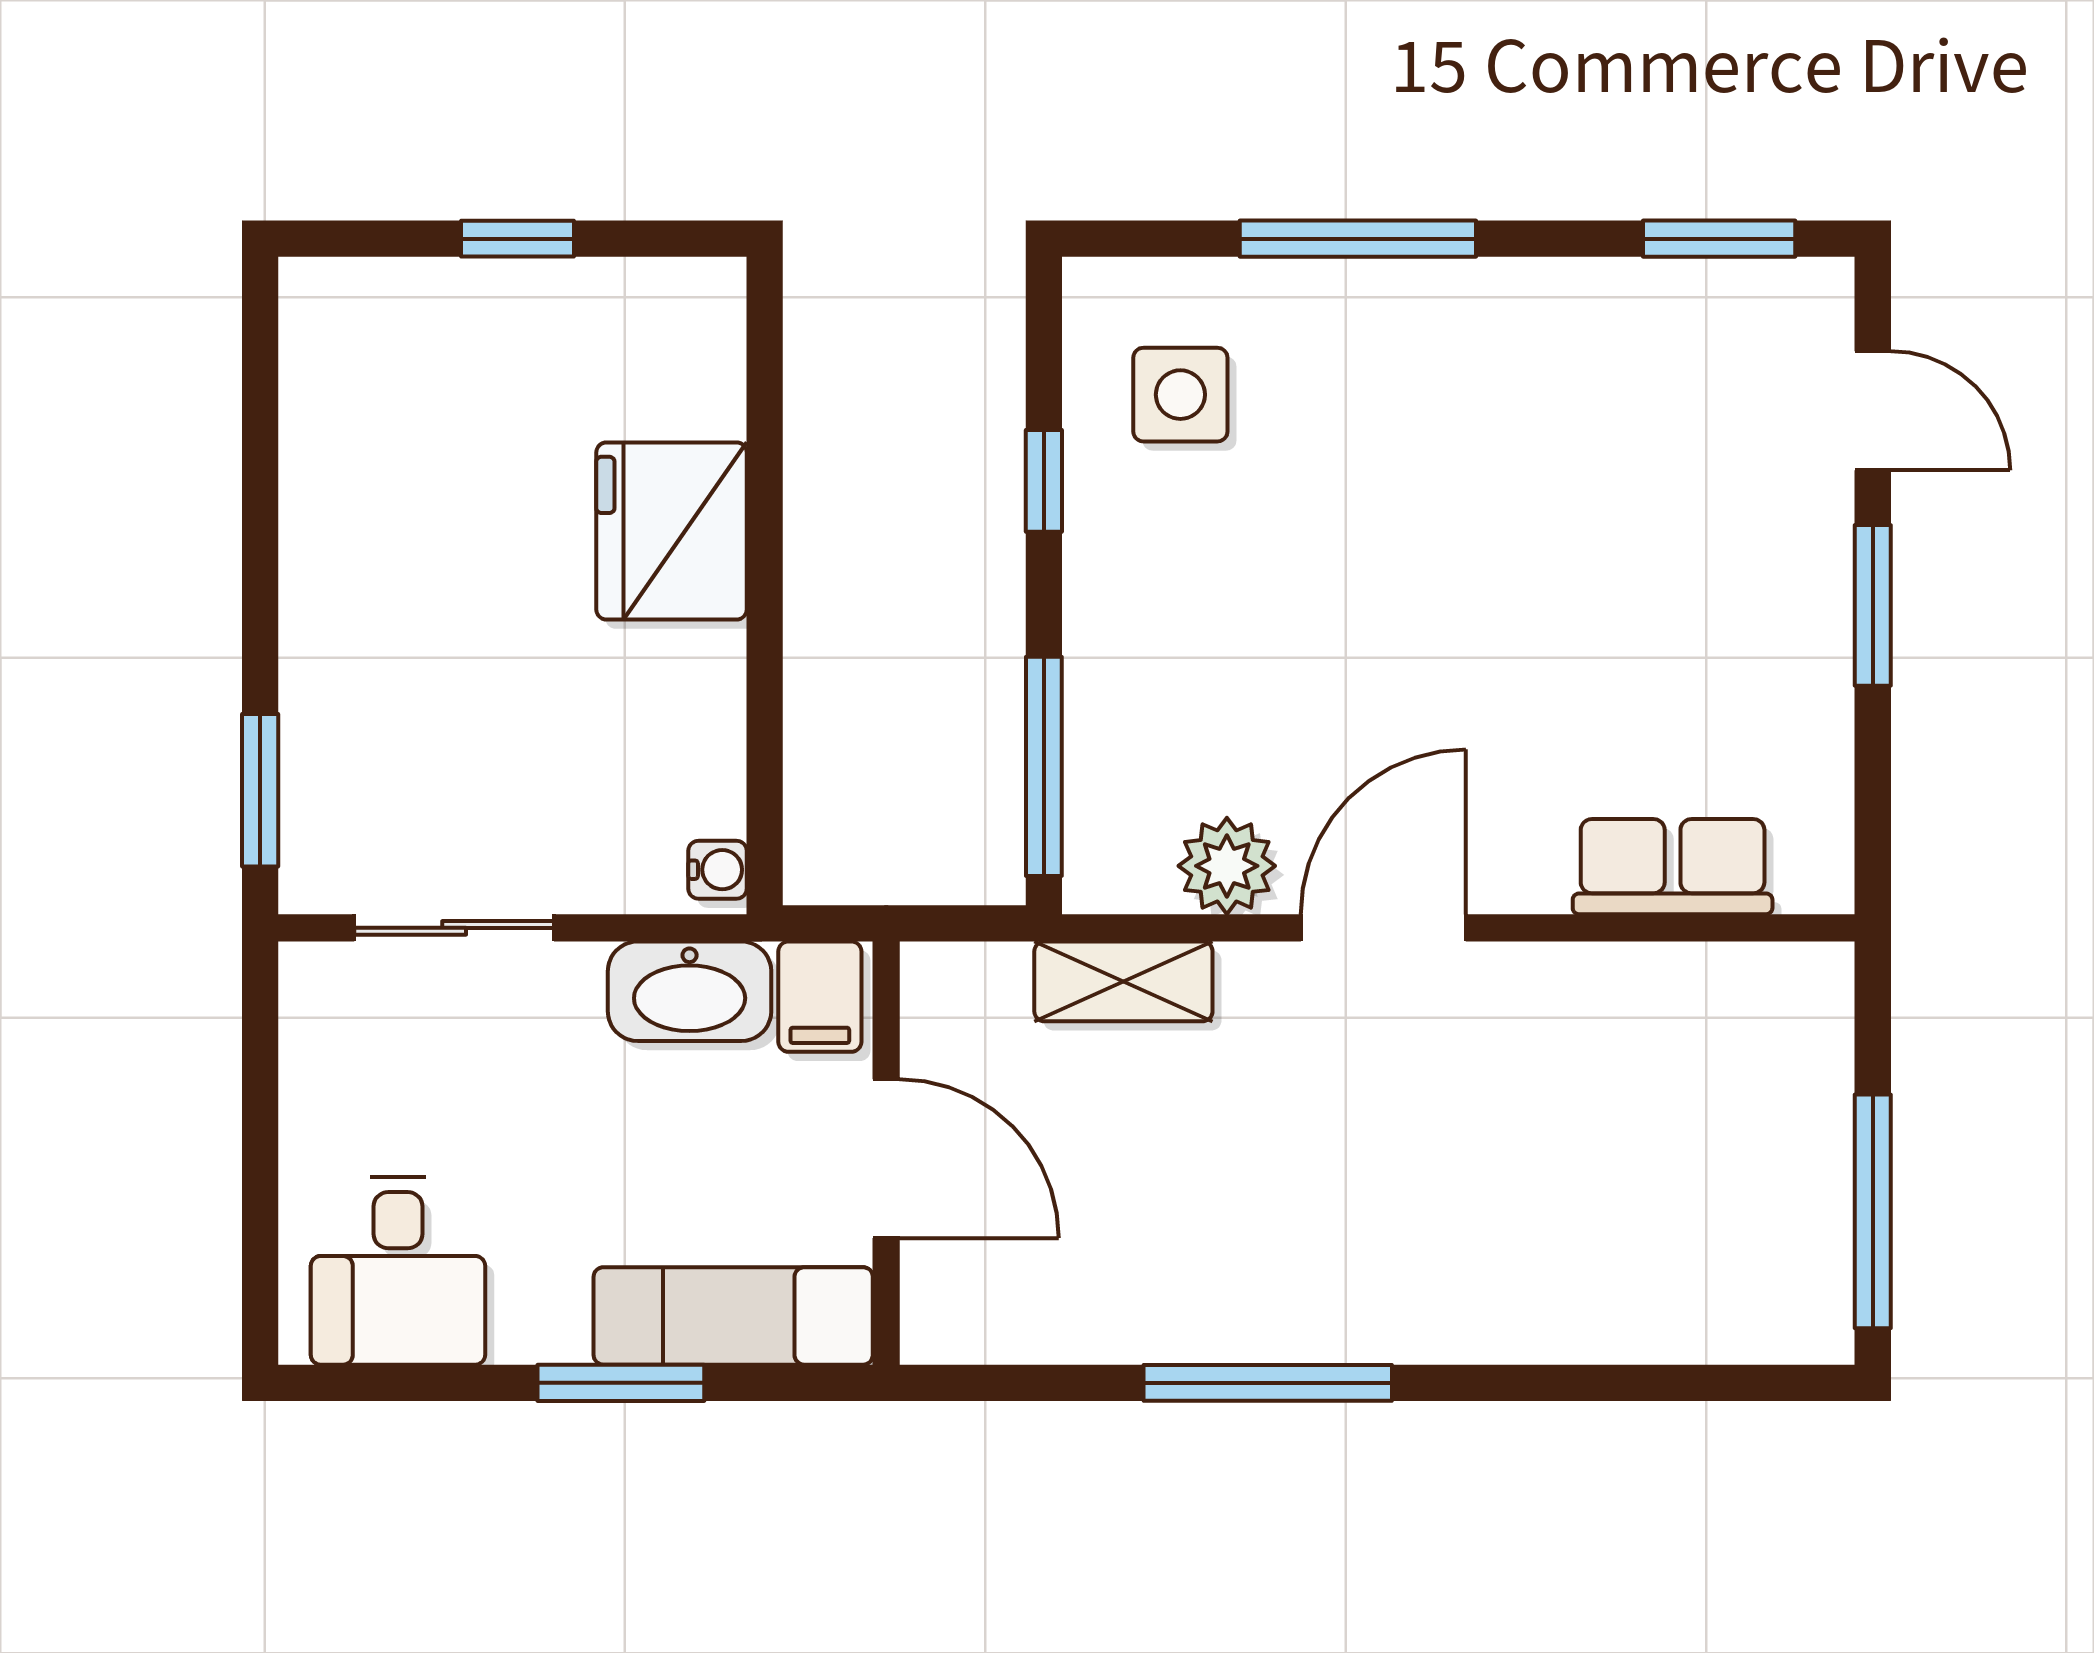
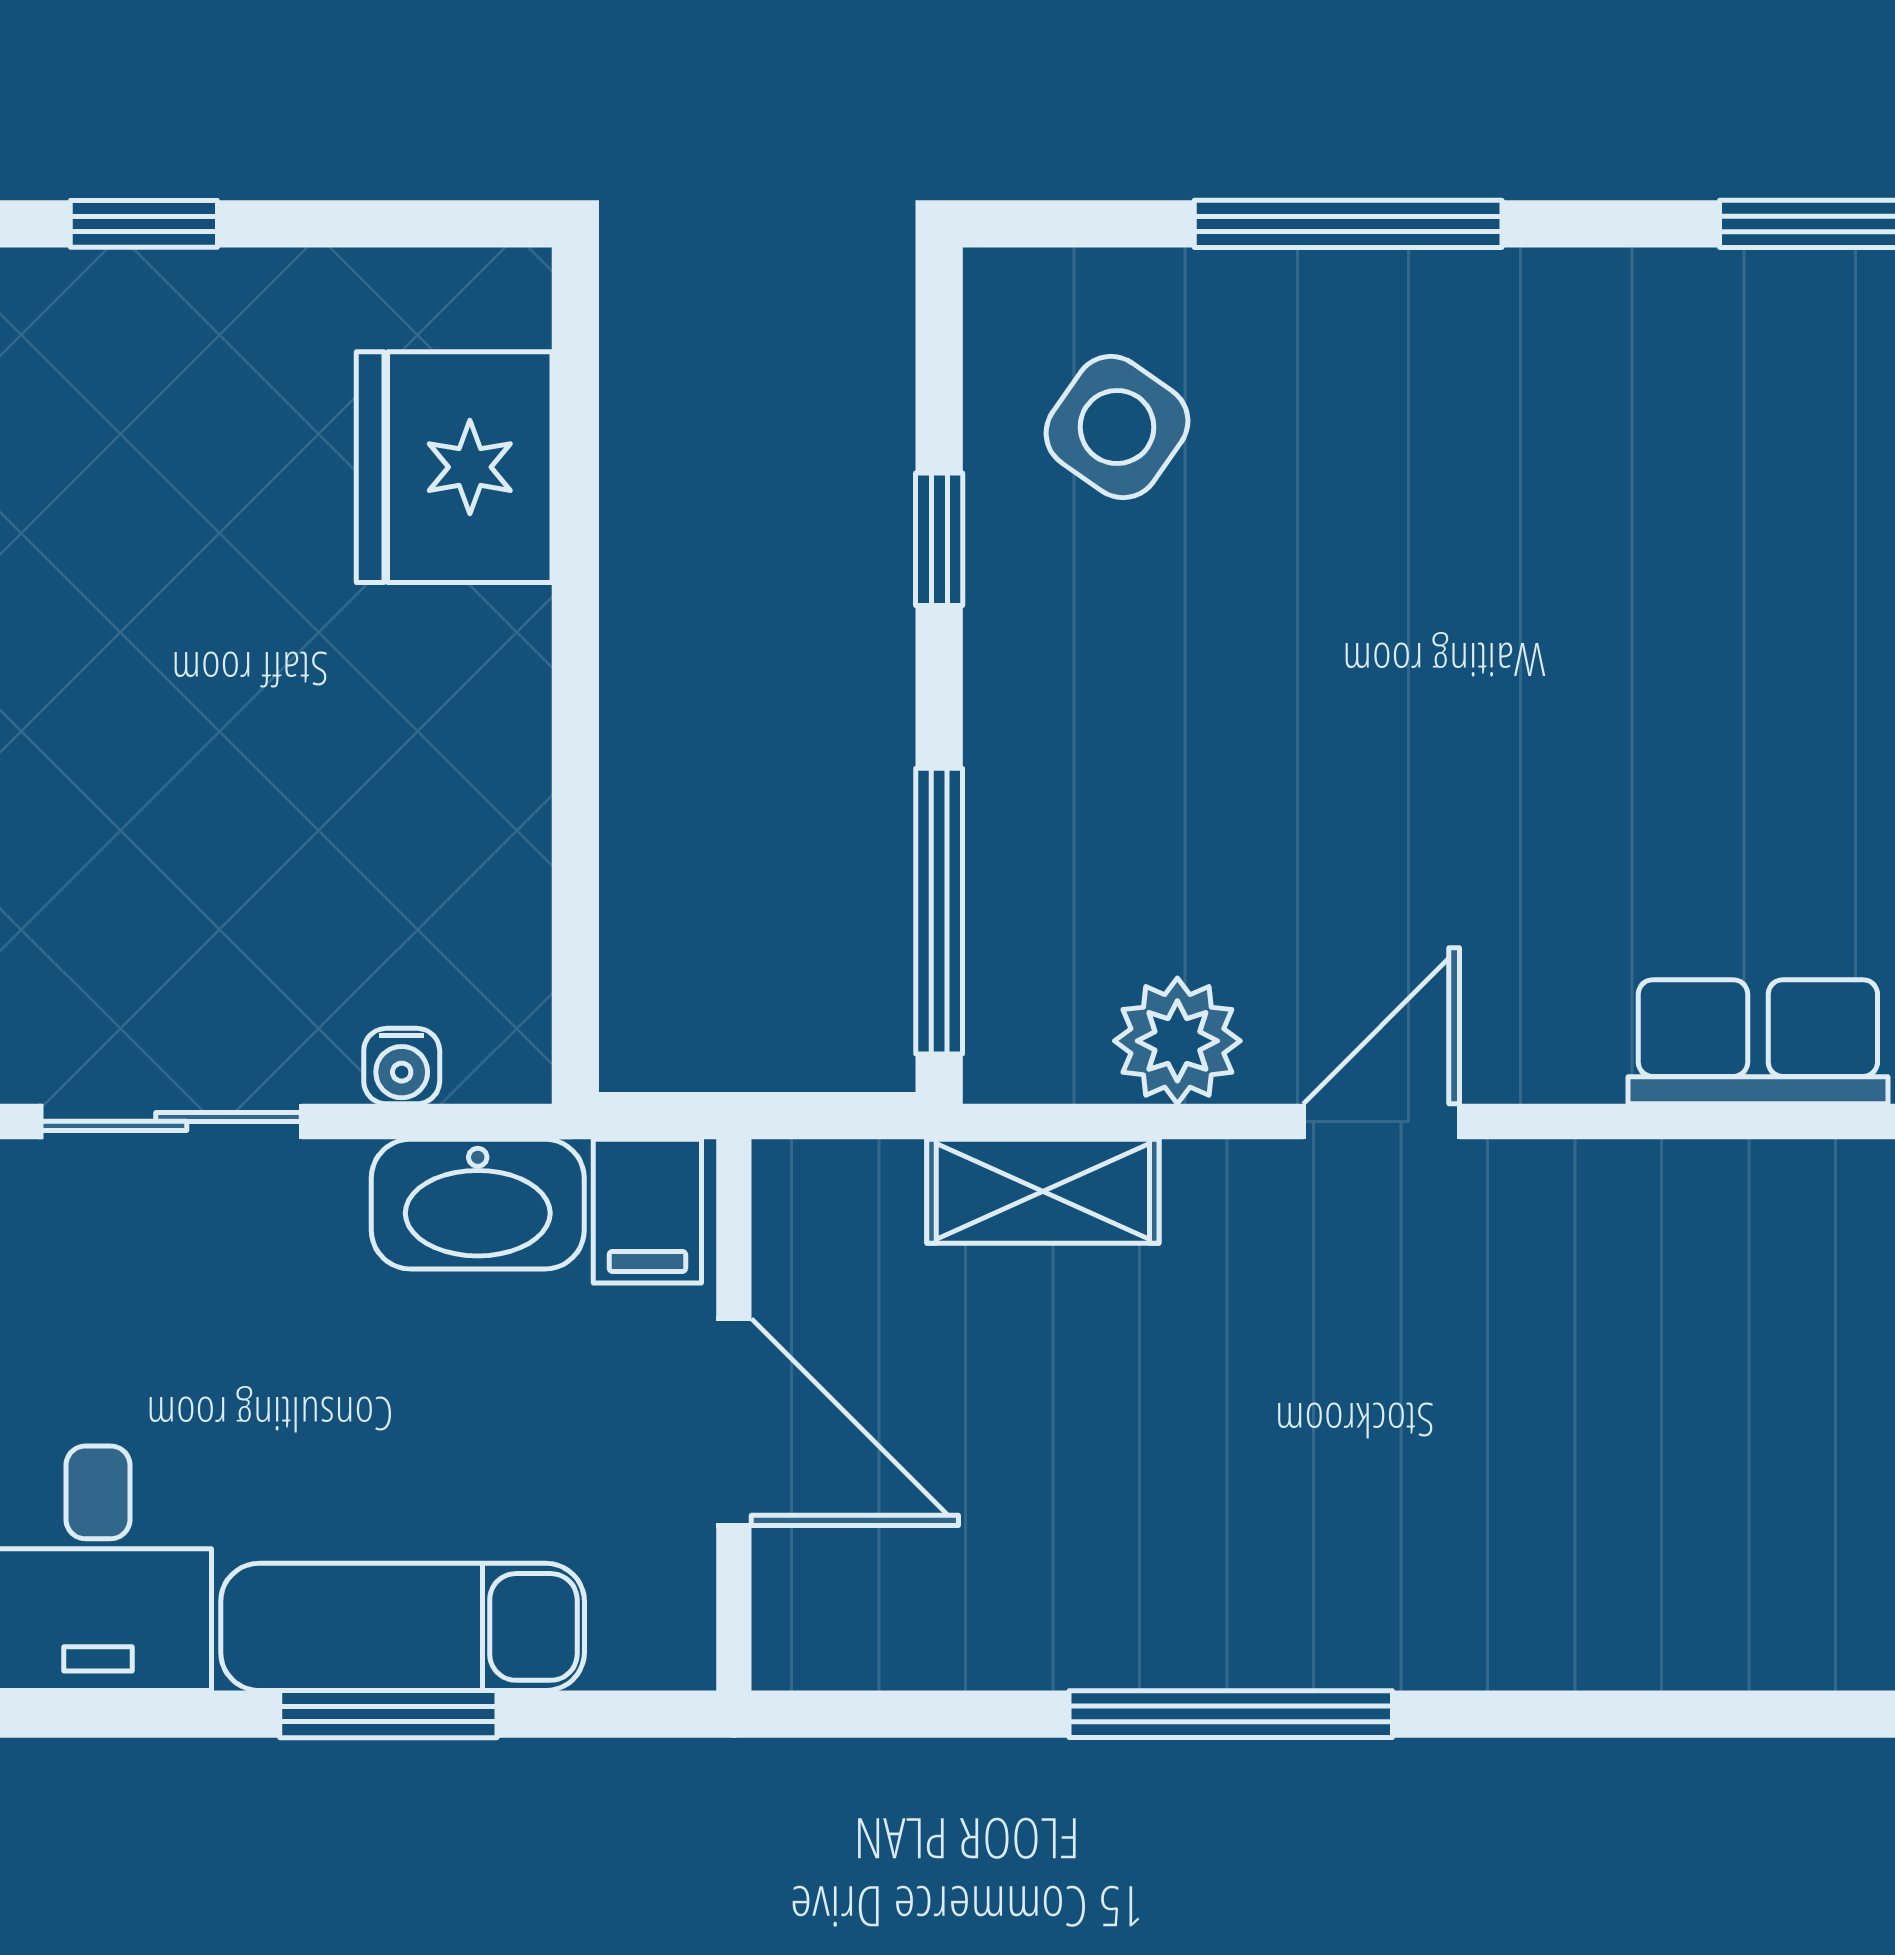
window: (517, 239) -> (144, 224), moved
side table: (1180, 395) -> (1117, 427), turned 35
fridge: (671, 531) -> (454, 467), moved
water cooler: (718, 870) -> (402, 1066), moved, turned 90
door: (1383, 928) -> (1381, 1121), width x0.73
exam couch: (733, 1316) -> (403, 1627), moved

